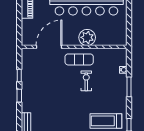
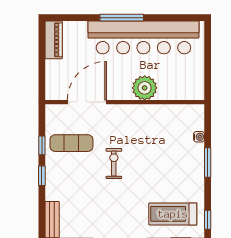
exercise mat: (79, 59) -> (71, 143), moved
exercise bike: (86, 81) -> (114, 163), moved

